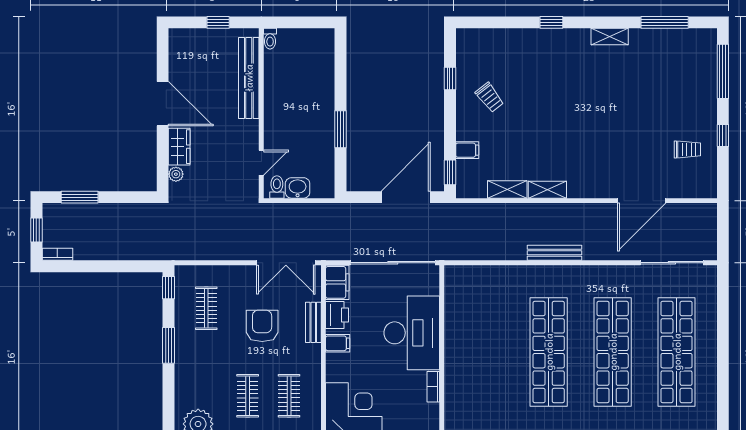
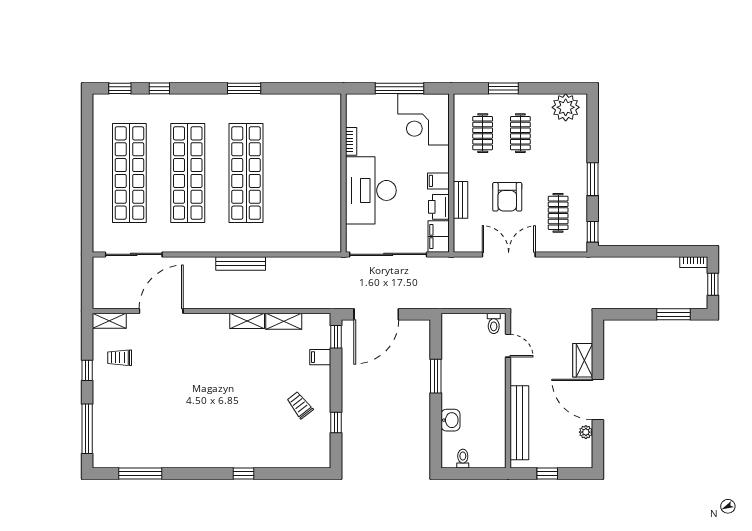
shelving: (610, 37) -> (109, 321), moved
toilet: (270, 39) -> (463, 459), moved
door: (261, 163) -> (508, 346), swing flipped
plant: (176, 174) -> (586, 432), moved
washbasin: (298, 188) -> (450, 420), moved, turned -90
double door: (286, 263) -> (509, 254), moved

